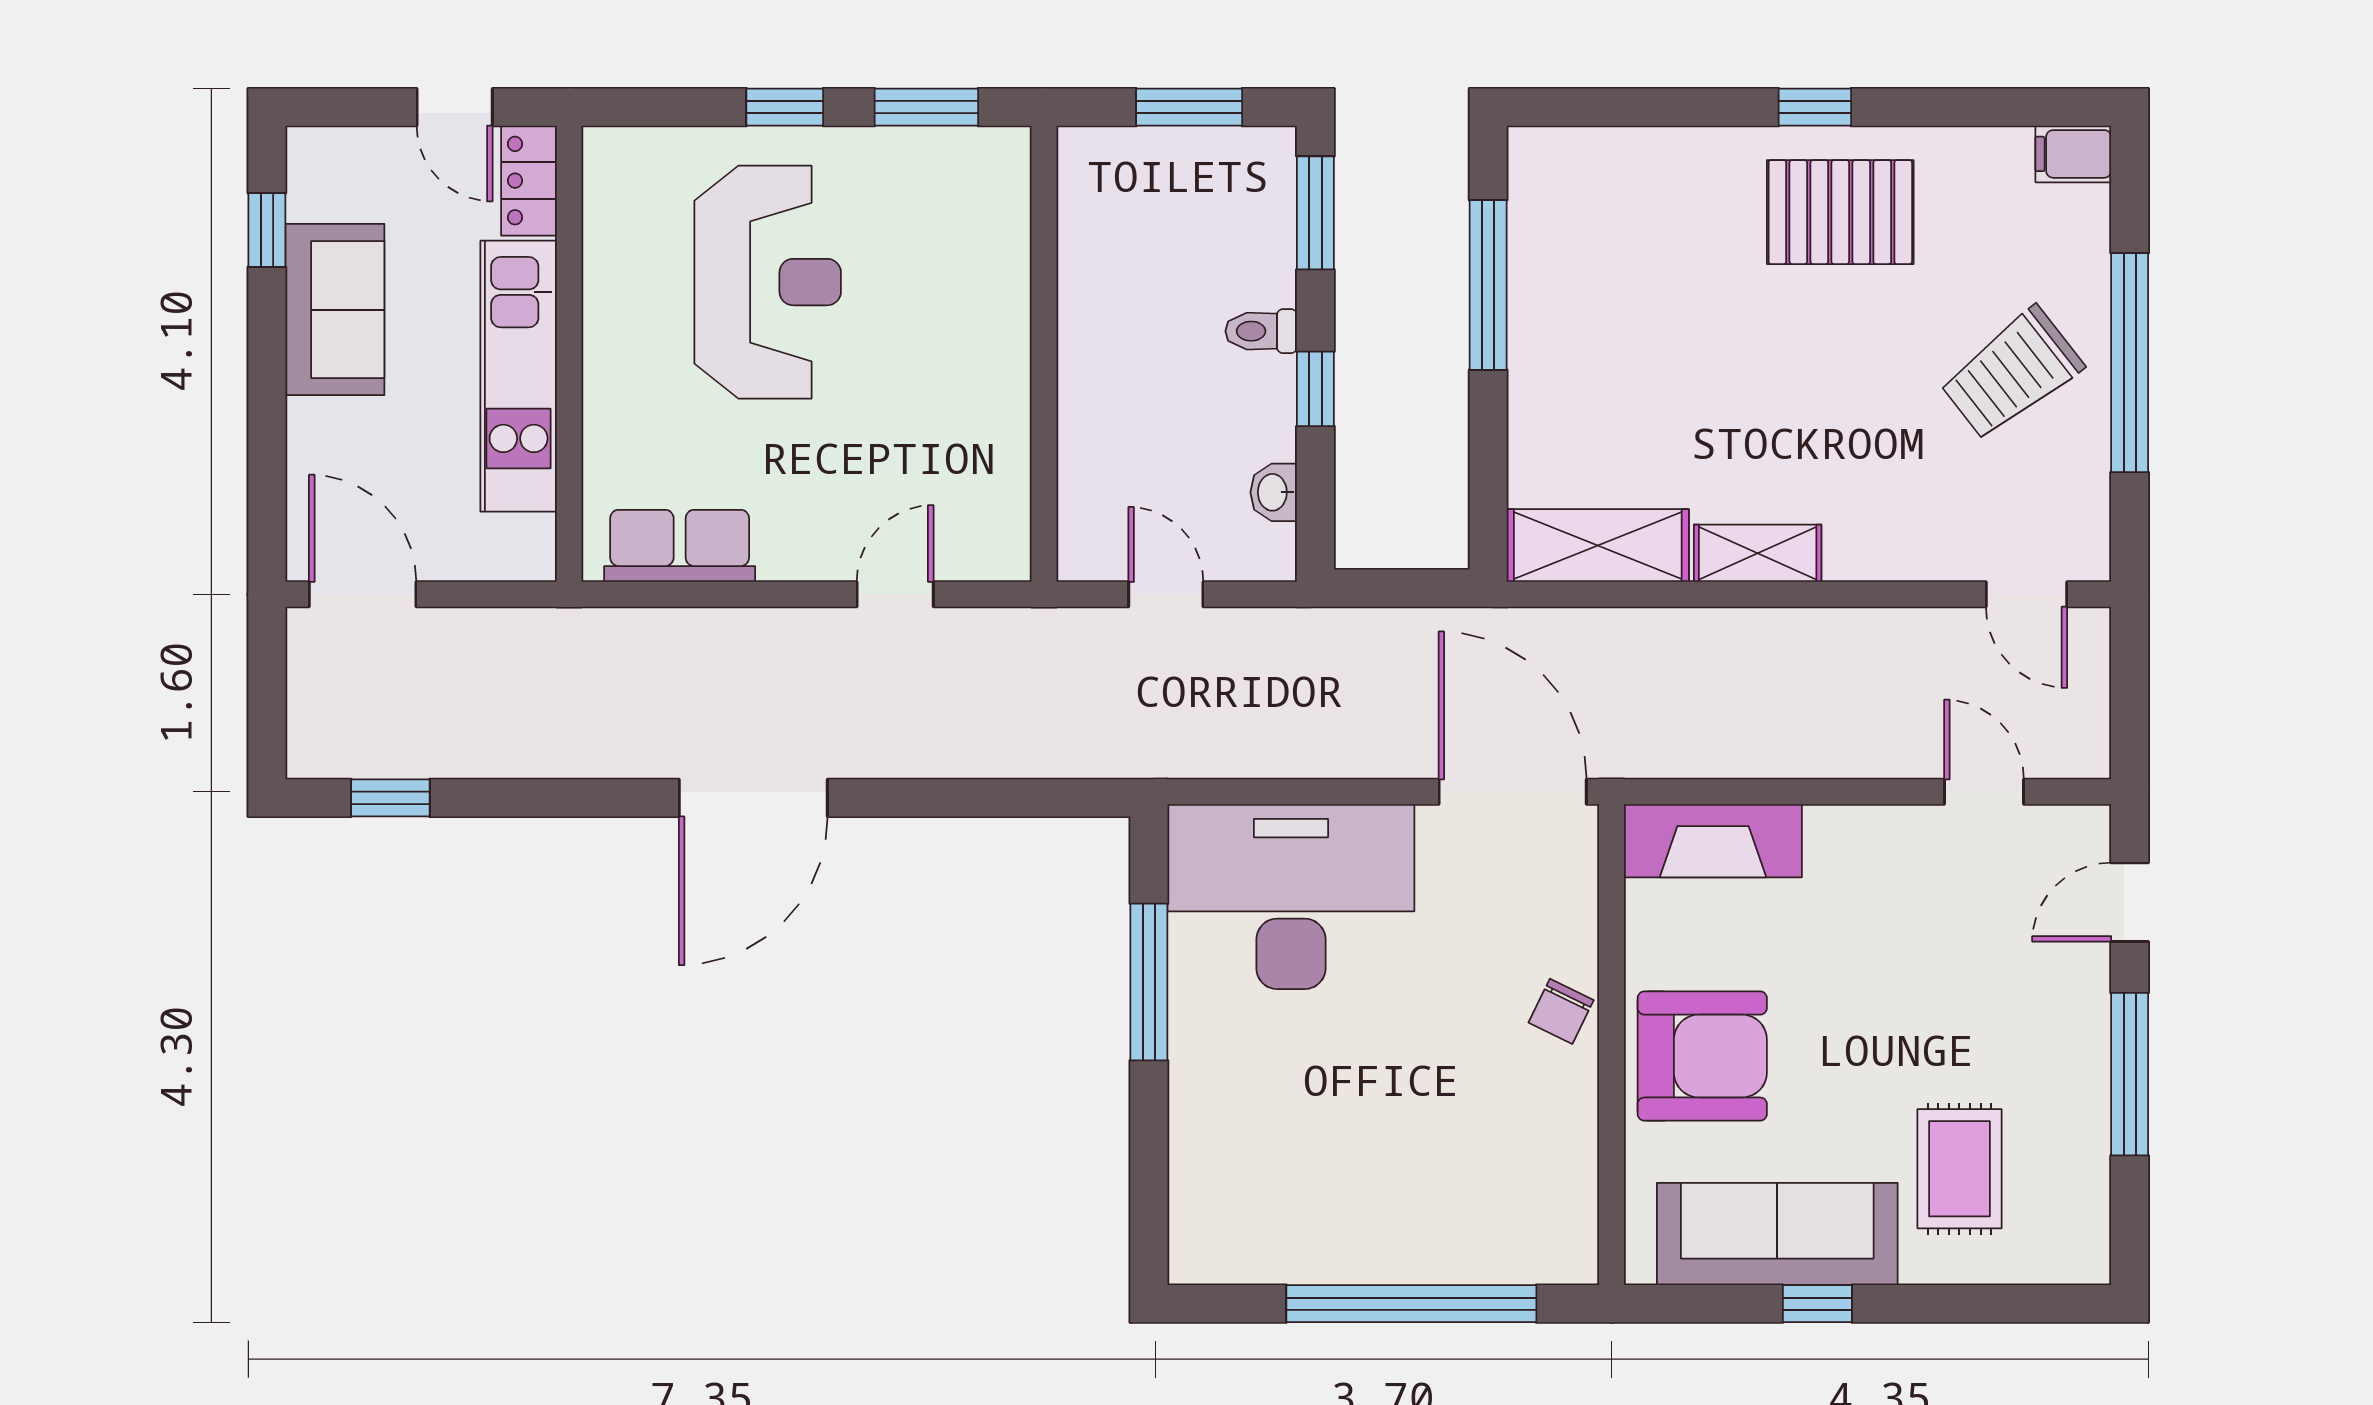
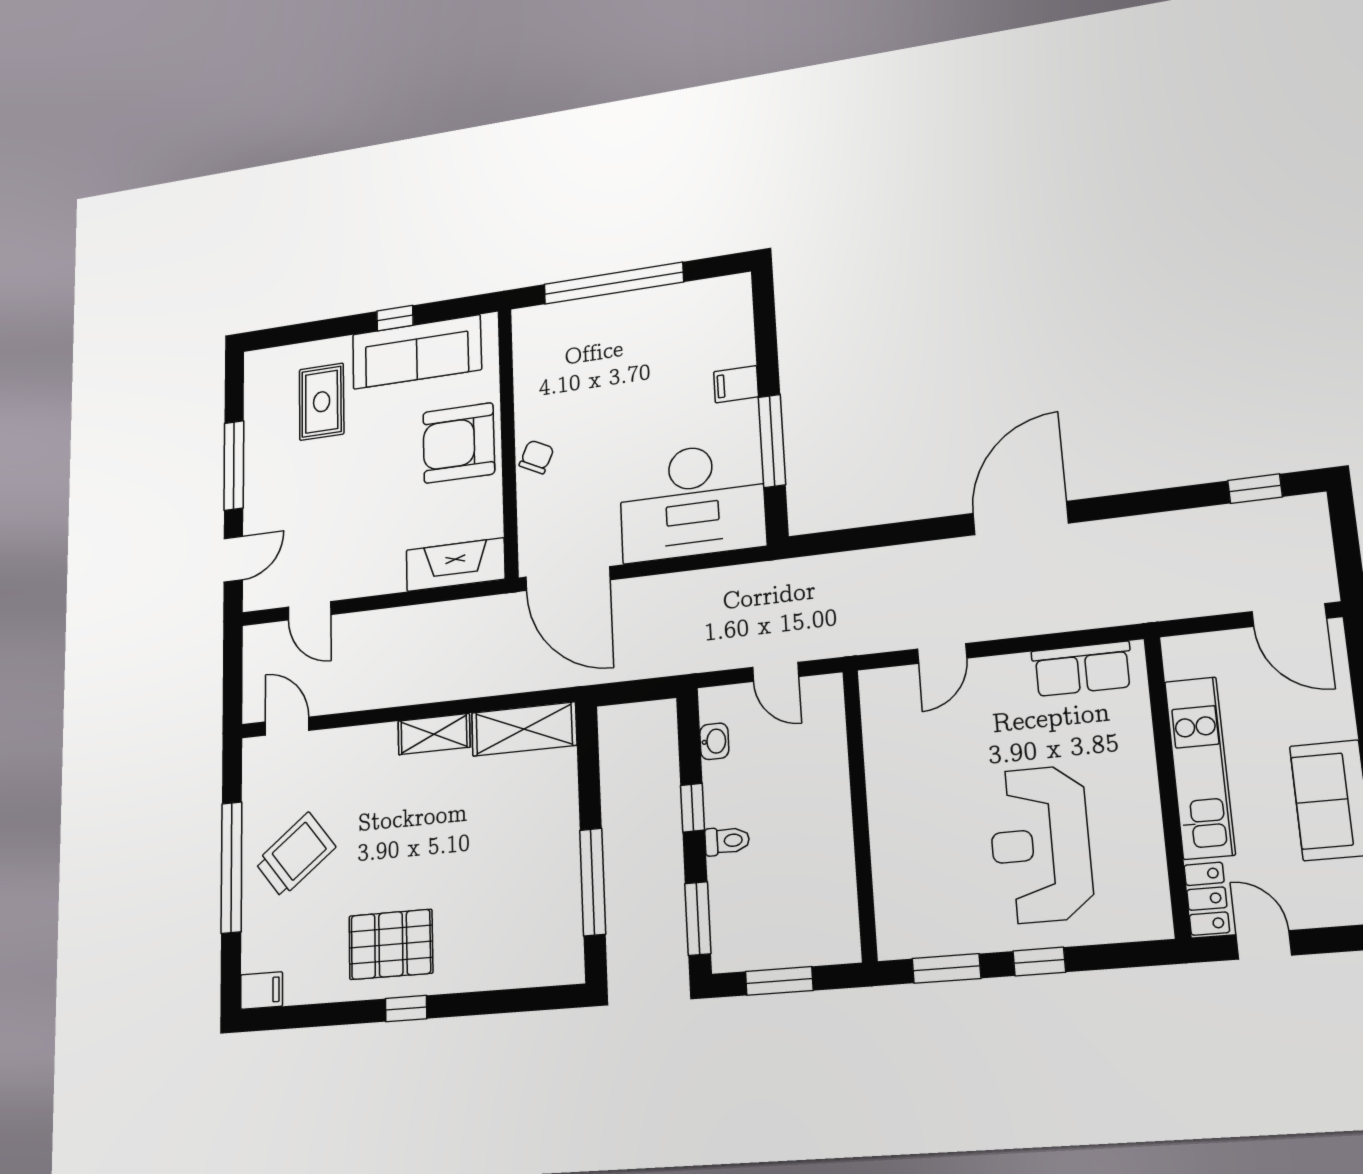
filing cabinet: (1205, 1089) -> (736, 384), added

